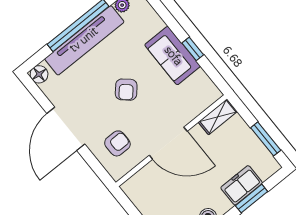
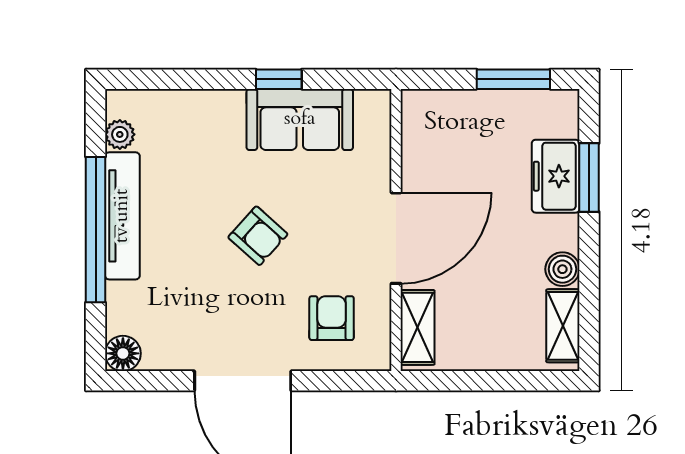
tv unit: (84, 40) -> (122, 216), width x0.73, depth x0.78
sofa: (173, 56) -> (300, 119), moved
shelving: (218, 117) -> (417, 327), moved

